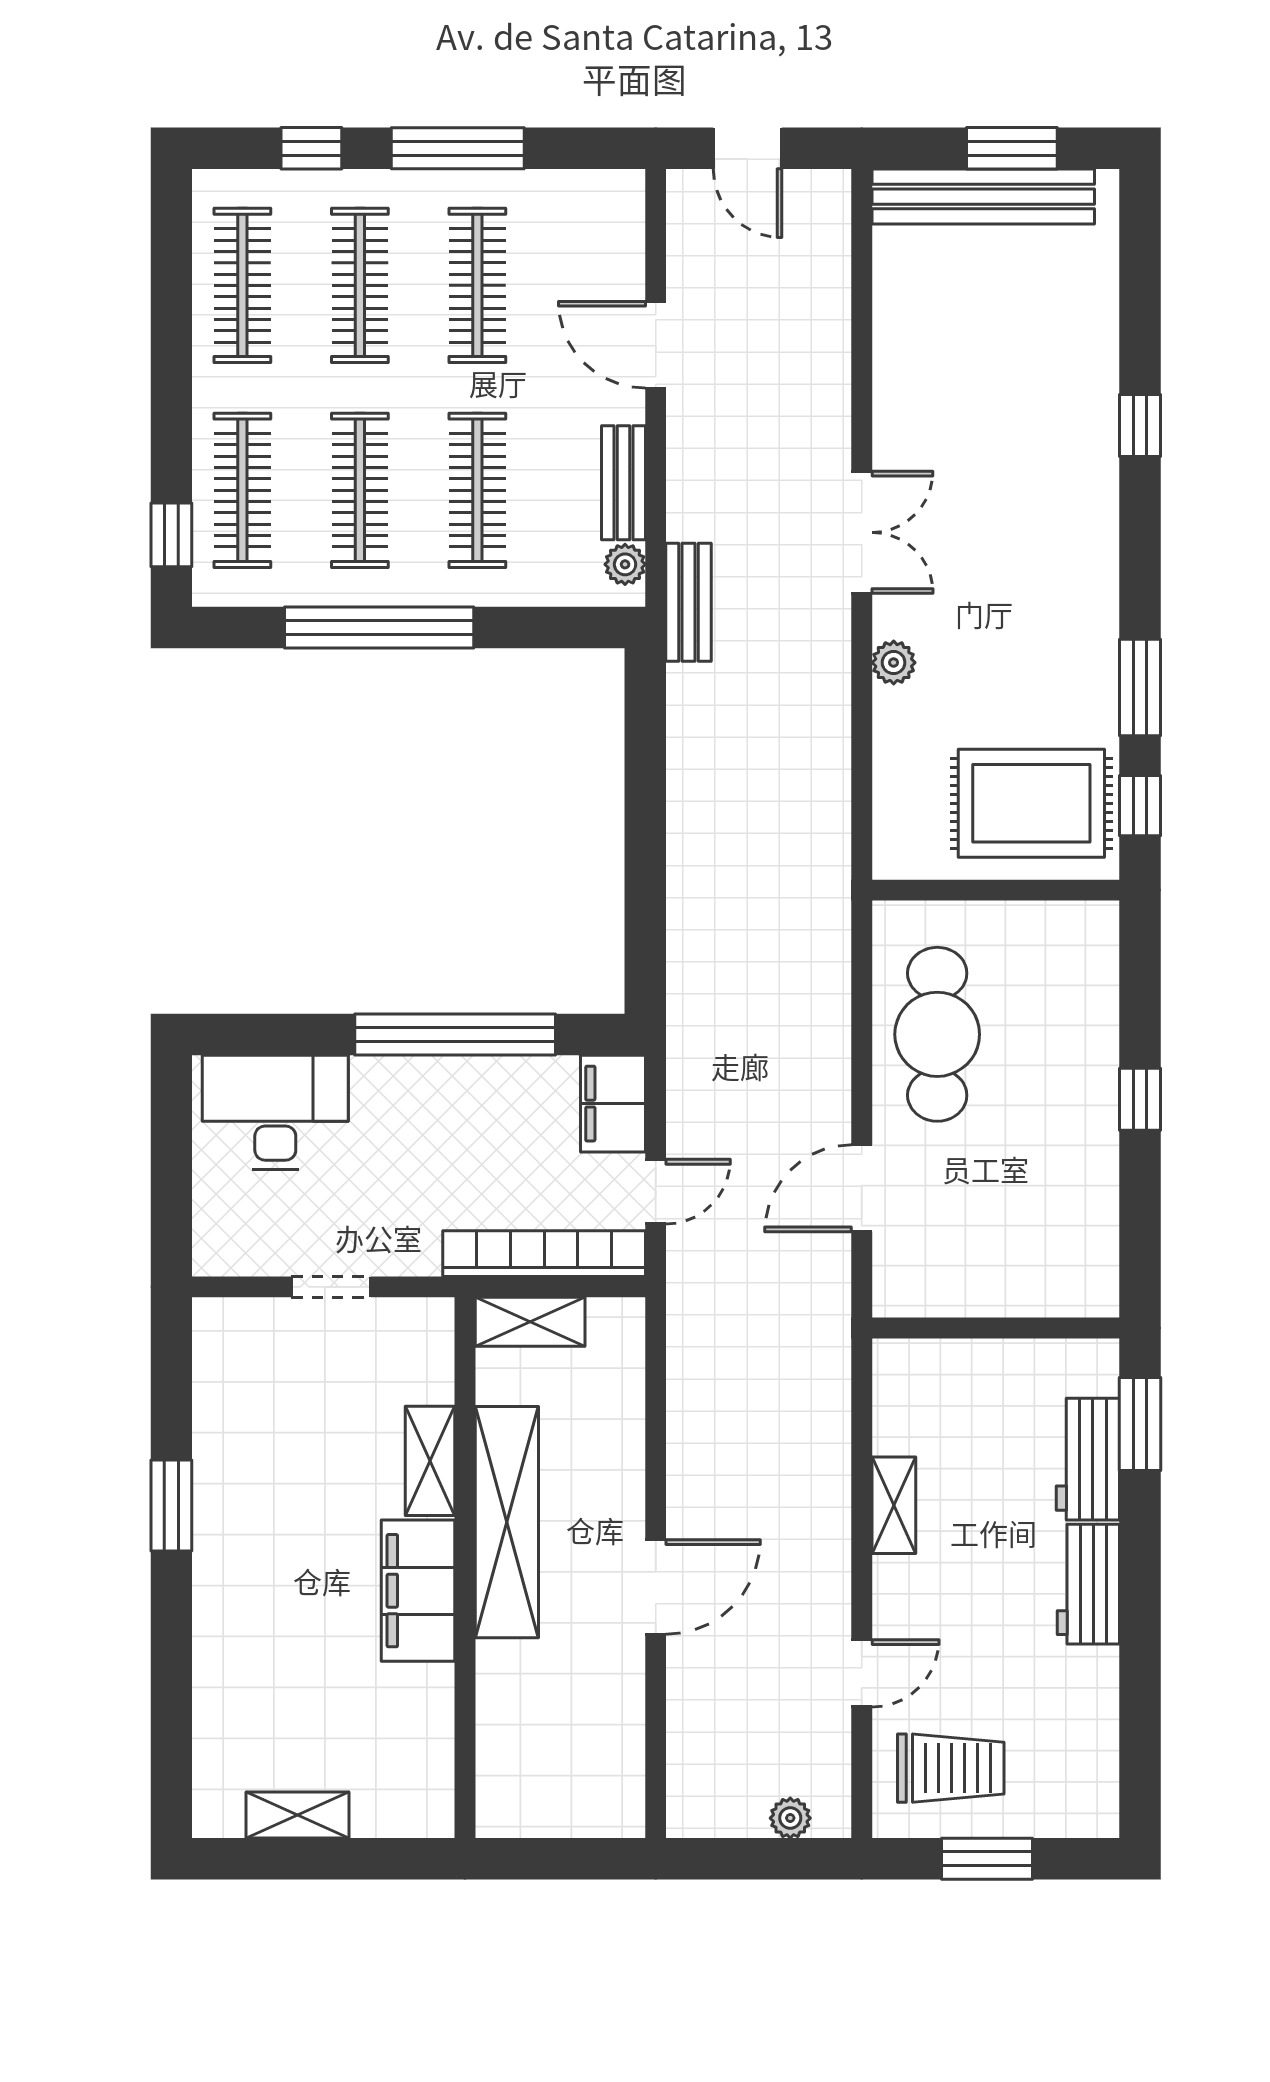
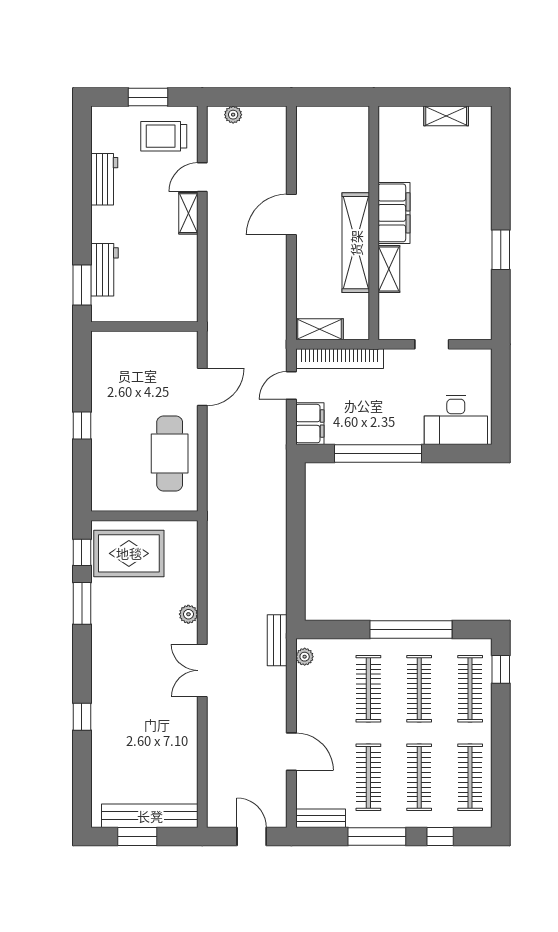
bench: (623, 483) -> (321, 818), moved, turned 90
shelving: (530, 1322) -> (319, 329), moved
shelving: (894, 1505) -> (188, 213), moved
workbench: (1088, 1584) -> (104, 179), moved

